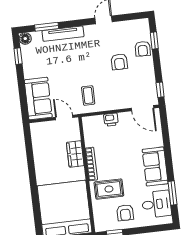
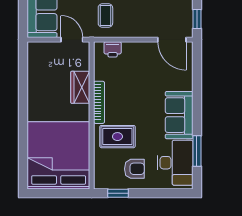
printer: (111, 120) -> (113, 49), moved
desk: (156, 204) -> (175, 163), width x1.37
armchair: (125, 213) -> (134, 169), turned -90

